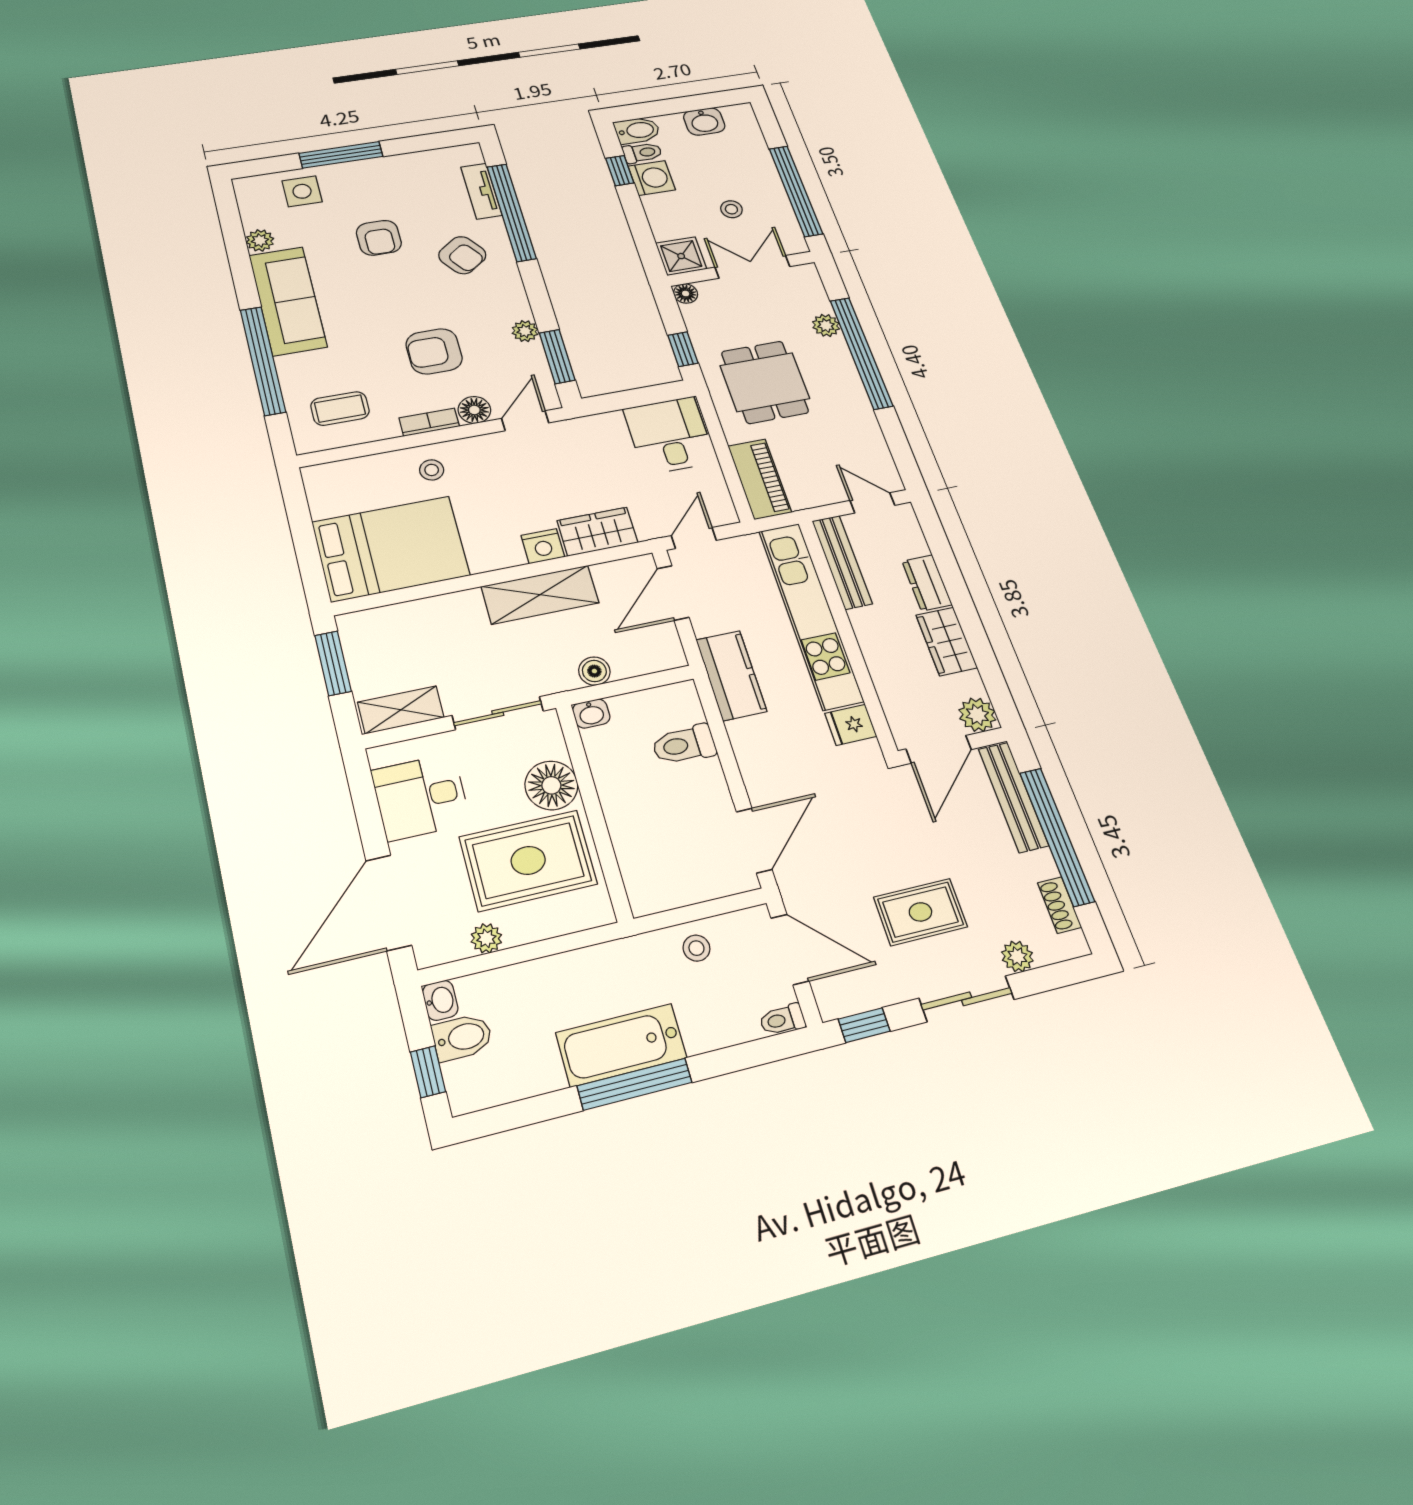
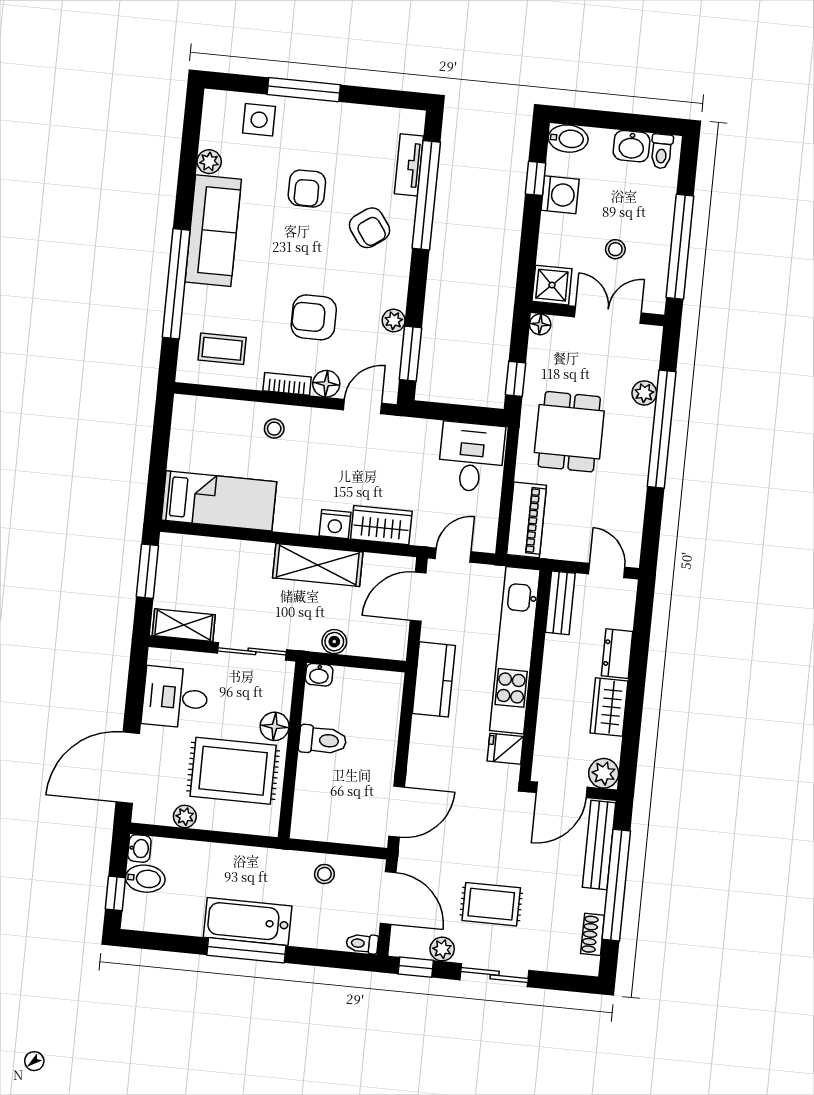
toilet: (642, 153) -> (662, 151), moved, turned 90
bed: (391, 549) -> (219, 501), width x0.67
bench: (842, 562) -> (560, 603), width x0.73
toilet: (684, 745) -> (323, 740), moved, turned 180
floor lamp: (551, 785) -> (275, 726), width x0.73, depth x0.73
plant: (1017, 956) -> (442, 949), moved

